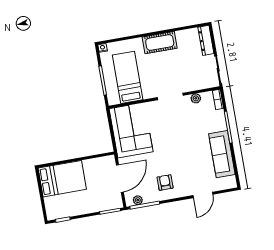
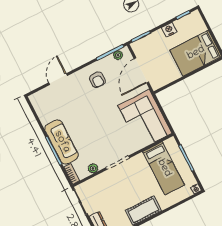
sofa: (222, 154) -> (62, 142), moved
nightstand: (81, 209) -> (169, 30), added

